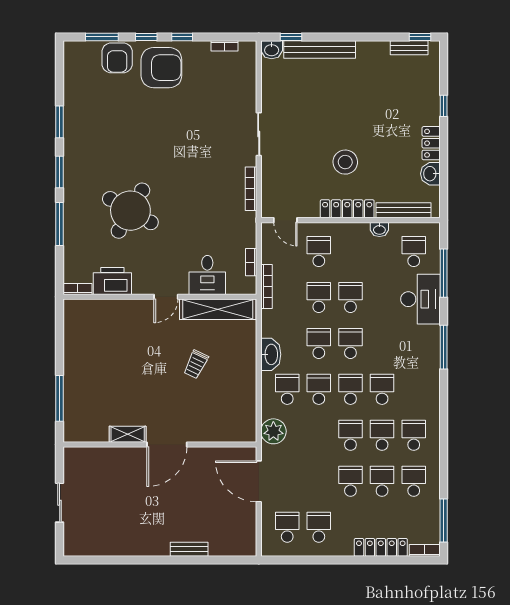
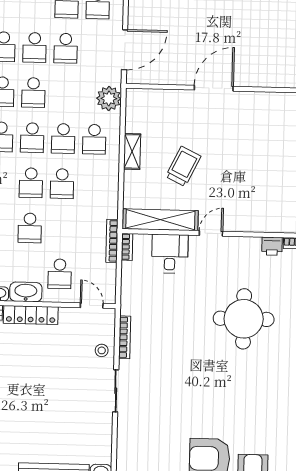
stool: (345, 162) -> (102, 350), moved, width x0.53, depth x0.53
round table: (130, 211) -> (244, 319), turned -30
bookcase: (251, 262) -> (127, 247), moved
printer: (112, 281) -> (272, 246), width x0.53, depth x0.68
school desk: (319, 297) -> (66, 48), moved
washbasin: (271, 354) -> (26, 292), moved, turned 90
trolley: (196, 364) -> (183, 166), width x1.36, depth x1.39
shelving: (128, 434) -> (132, 151), moved, turned 90
door: (259, 481) -> (125, 50), hinge flipped

